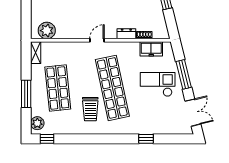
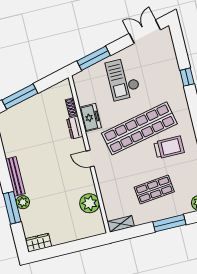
plant: (47, 31) -> (89, 203), moved
freezer: (151, 49) -> (90, 118), moved
window: (184, 74) -> (94, 58), moved
shop shelf: (58, 88) -> (154, 189), width x0.70, depth x0.74

